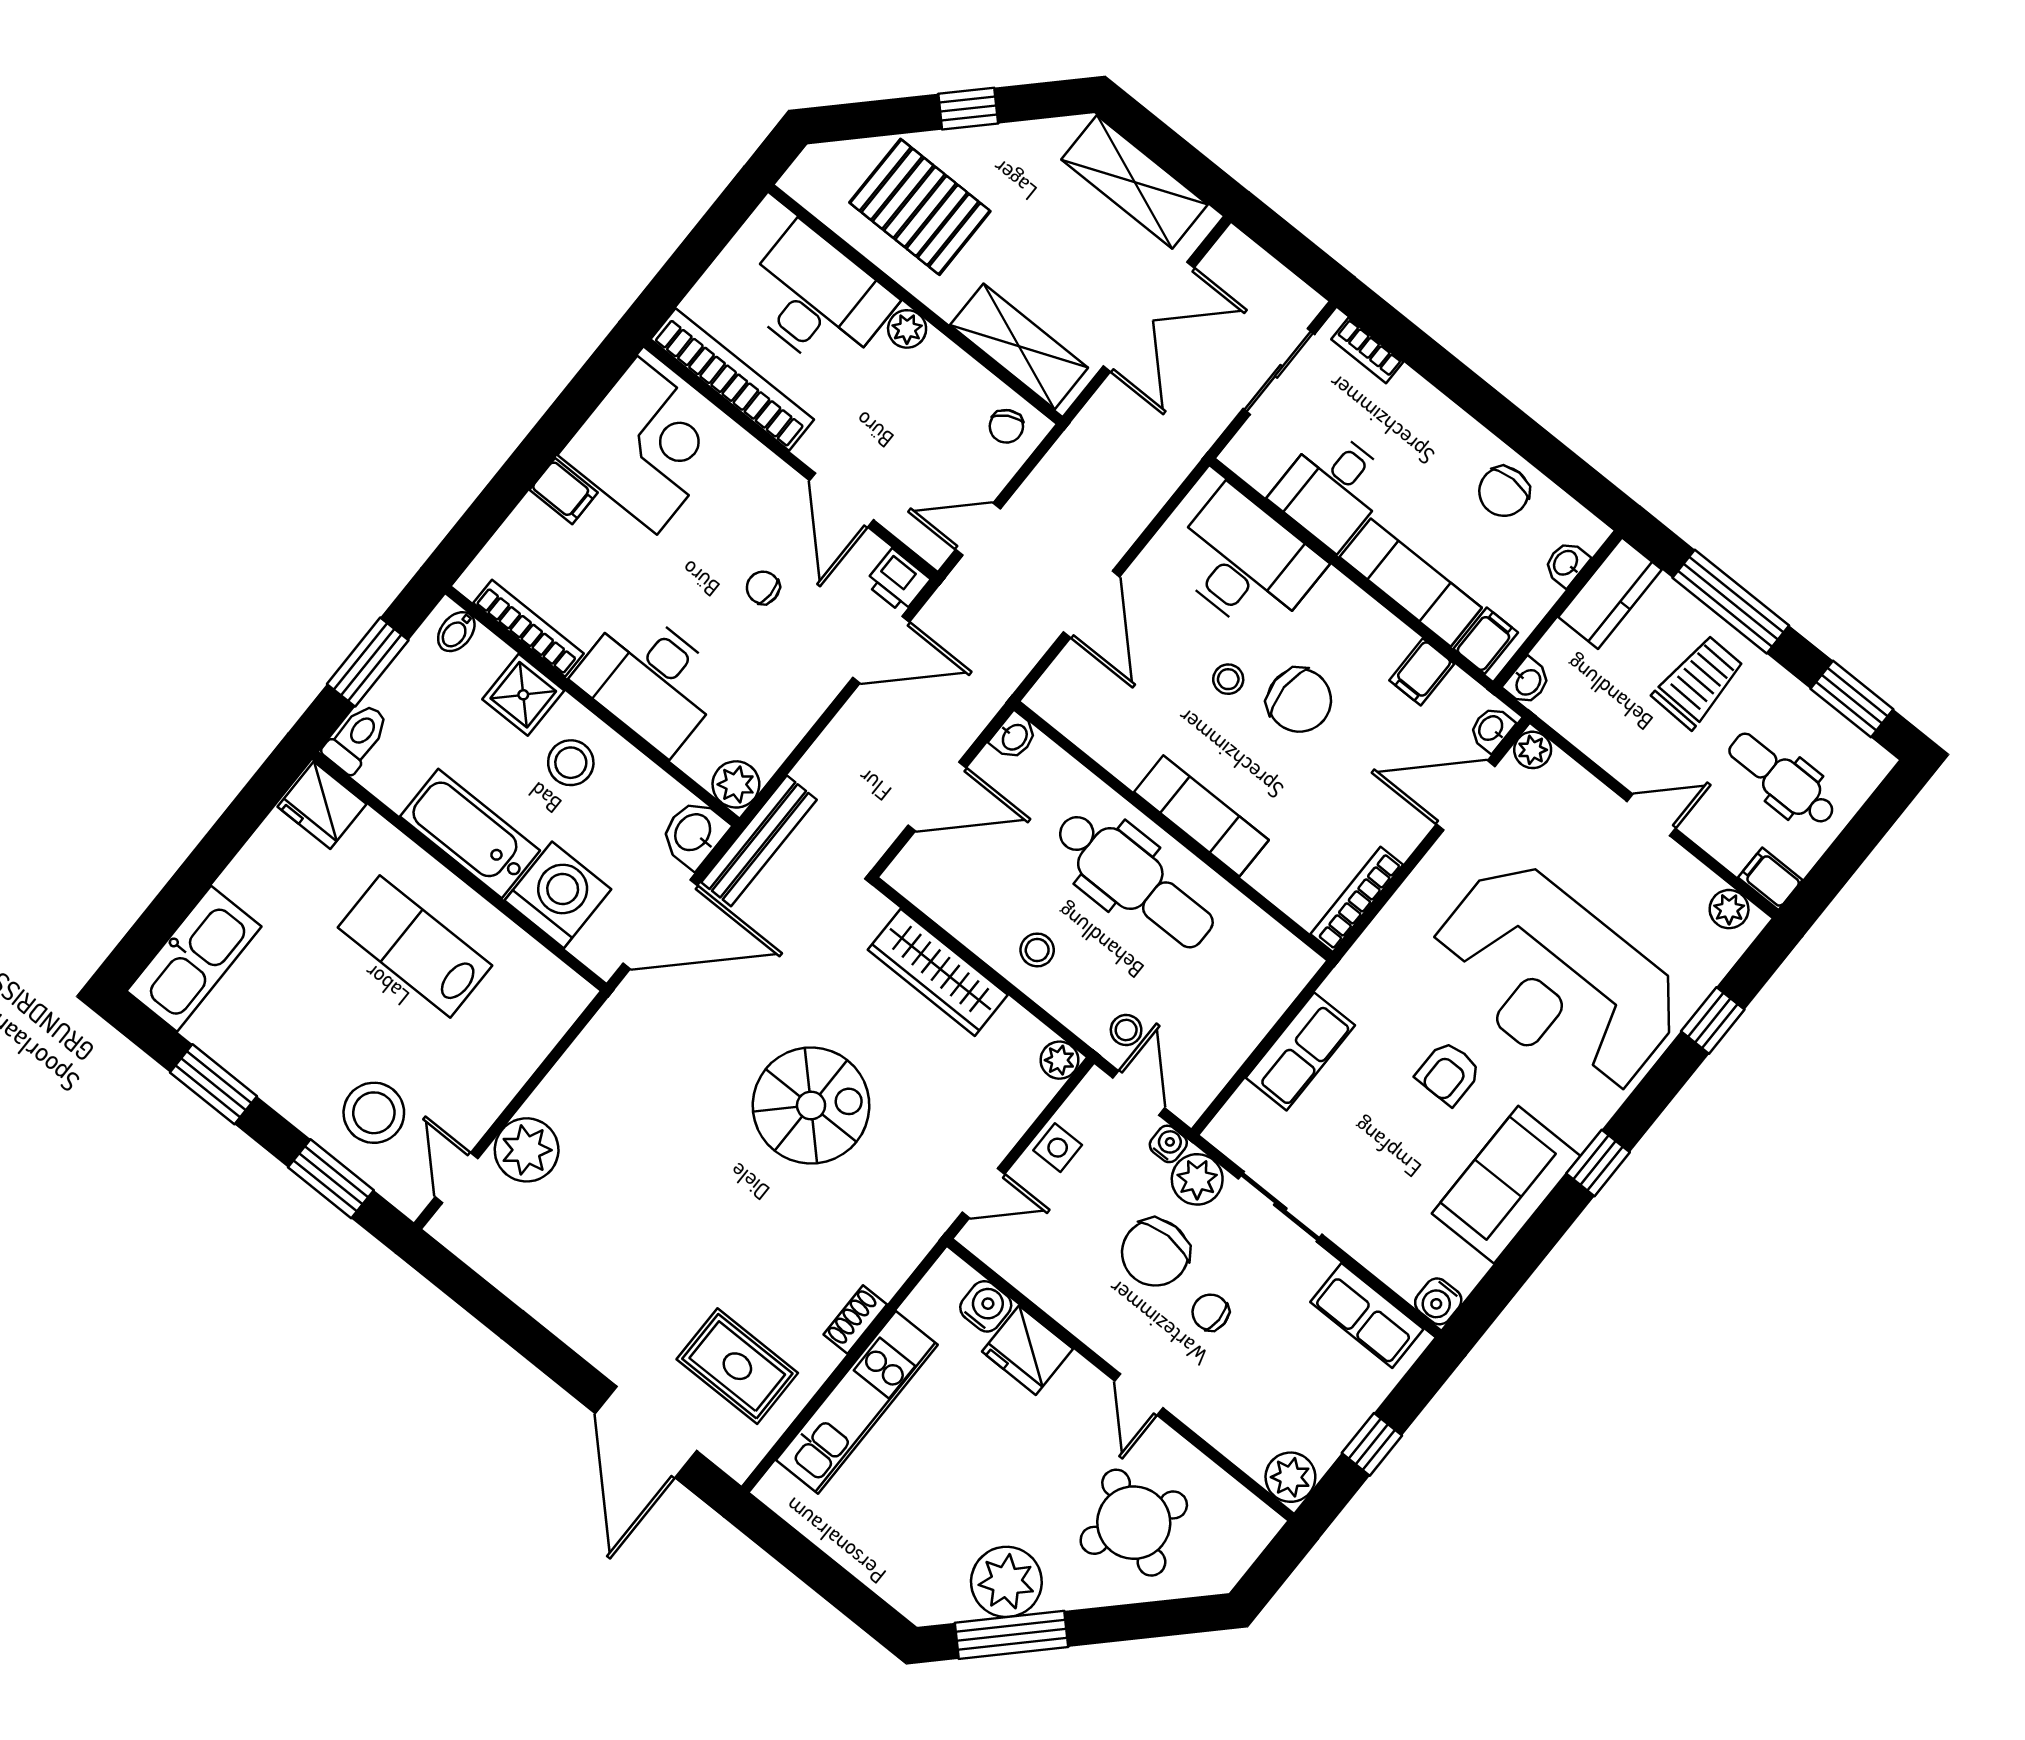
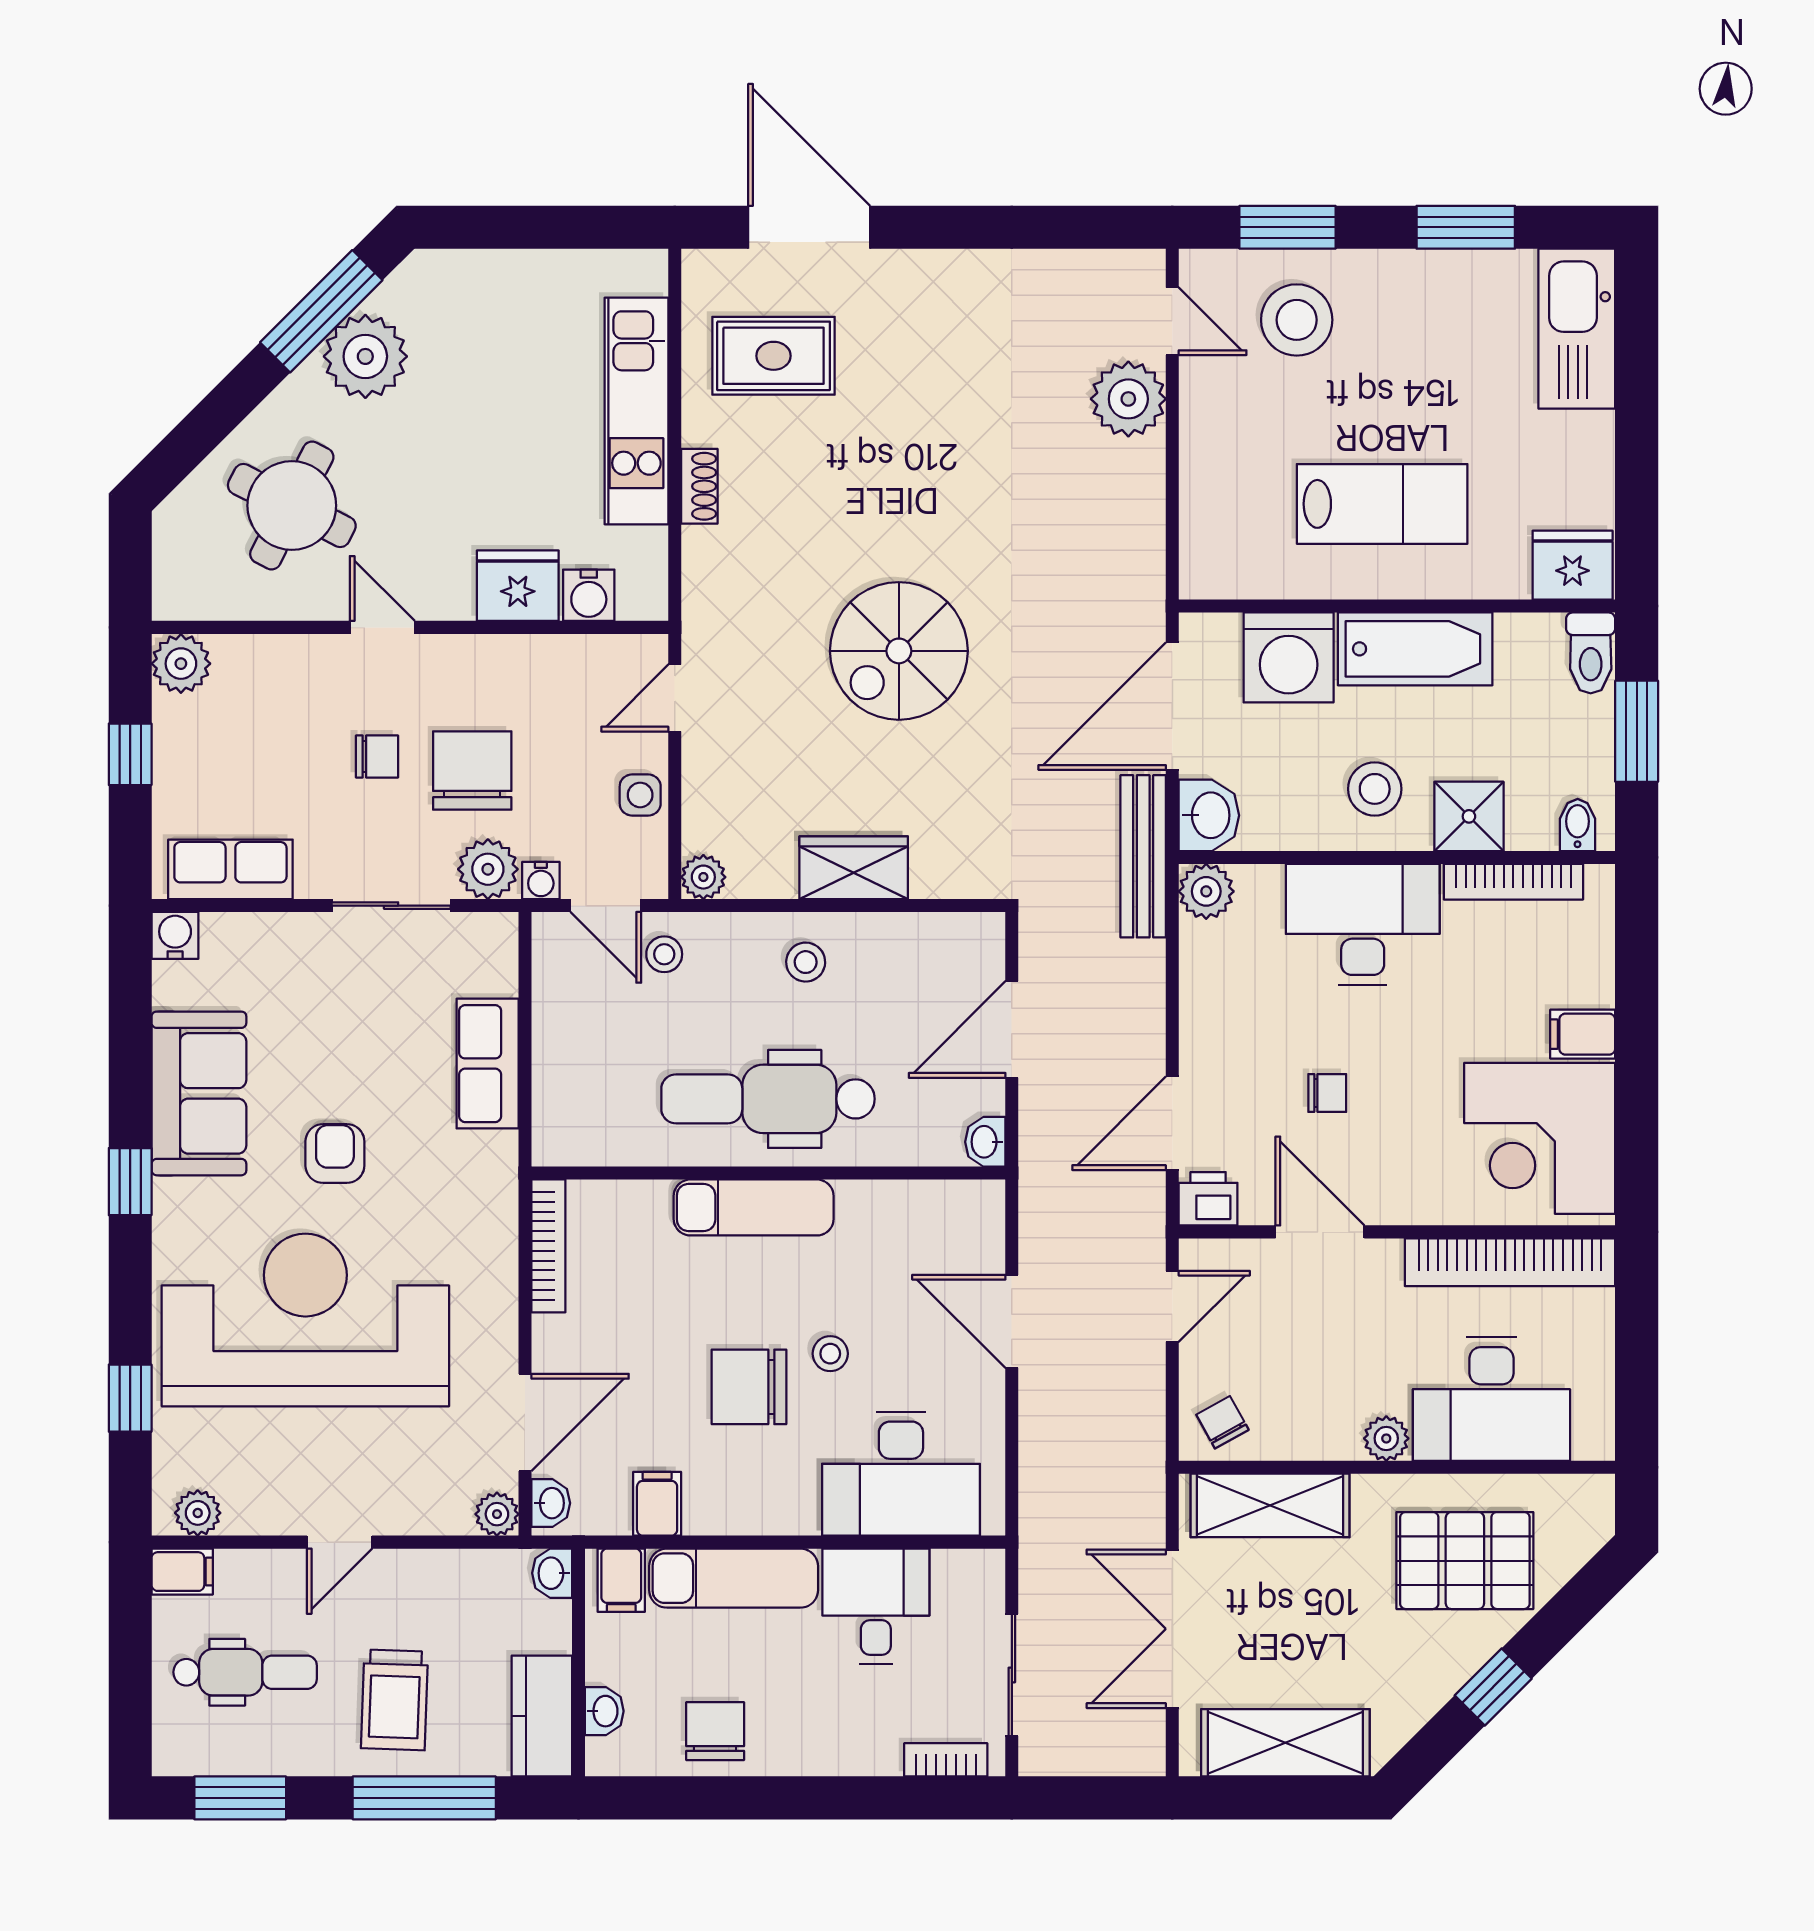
wardrobe: (938, 972) -> (854, 868), width x0.67

